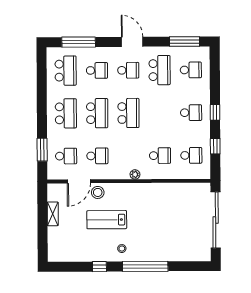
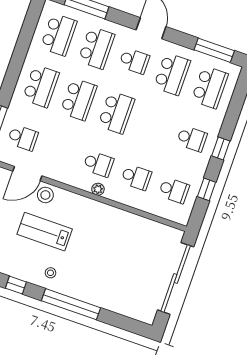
school desk: (97, 70) -> (96, 48), width x1.85
school desk: (191, 70) -> (210, 87), width x1.85
school desk: (97, 156) -> (98, 164), moved

